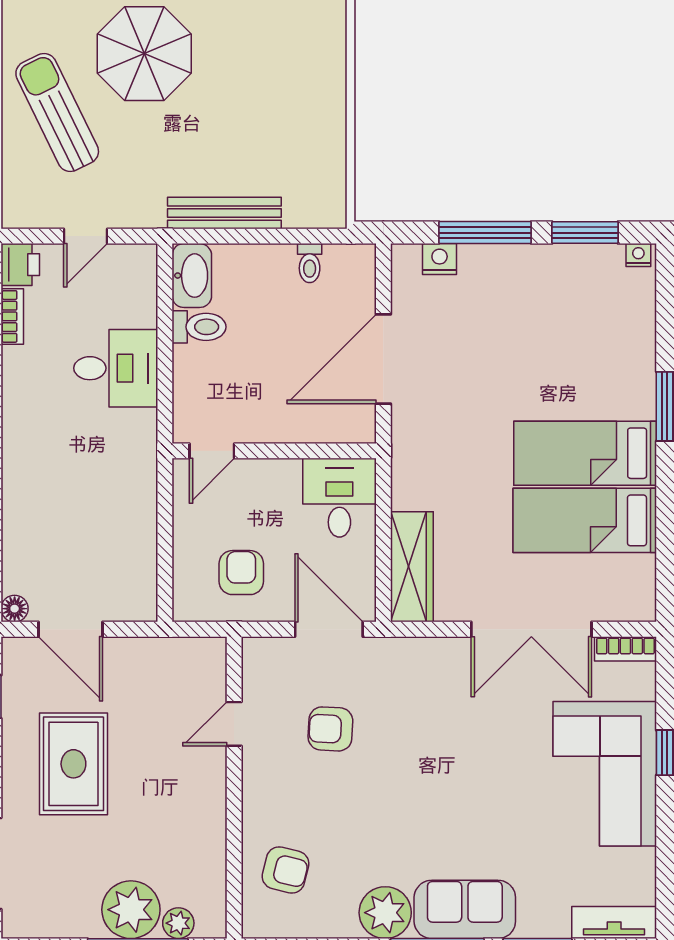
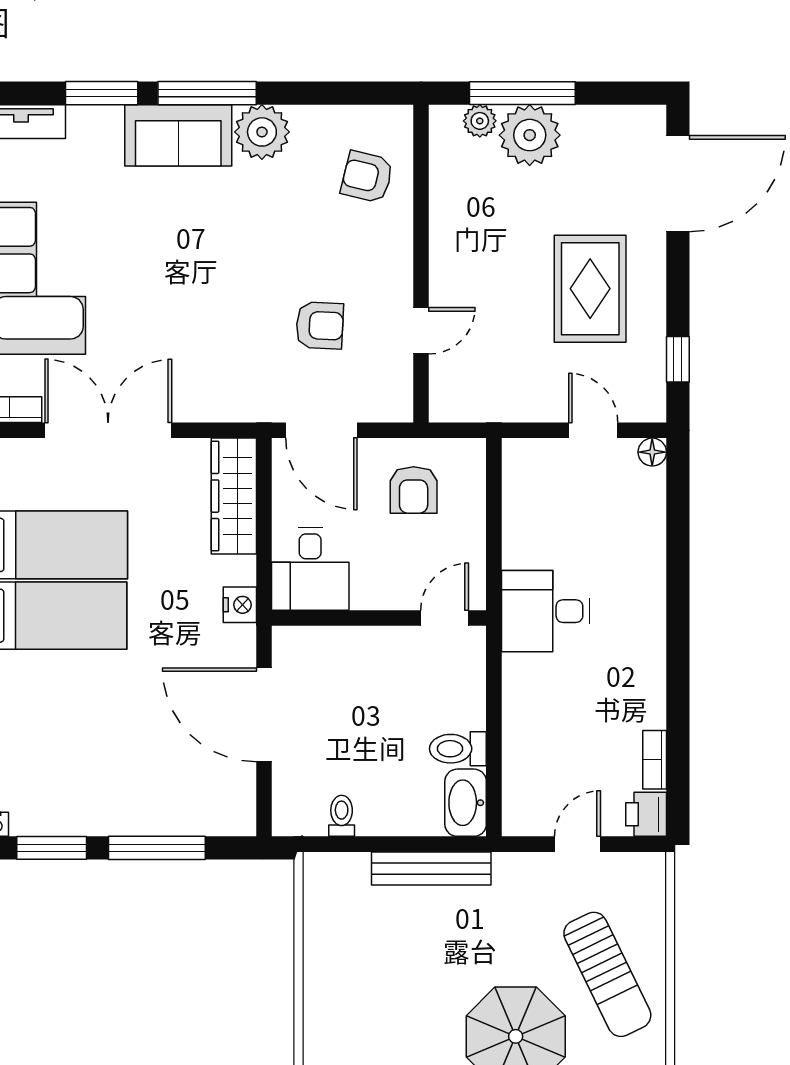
nightstand: (440, 259) -> (240, 605), moved, turned -90
door: (383, 359) -> (264, 715), swing flipped
desk: (116, 368) -> (546, 611), moved
door: (70, 629) -> (593, 430), width x0.73

